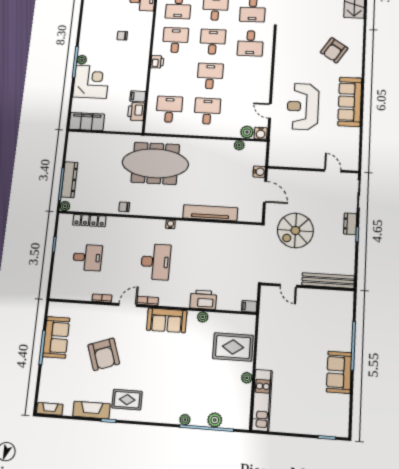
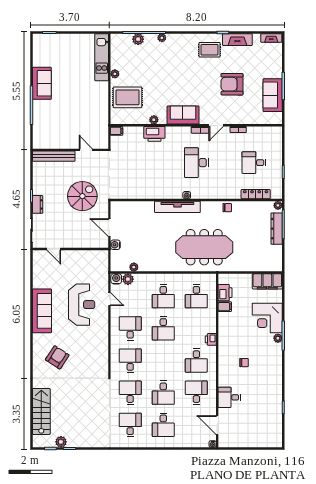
desk: (213, 42) -> (130, 328), moved, turned 180
tv unit: (210, 213) -> (177, 207), moved
armchair: (104, 354) -> (232, 84), turned -71

